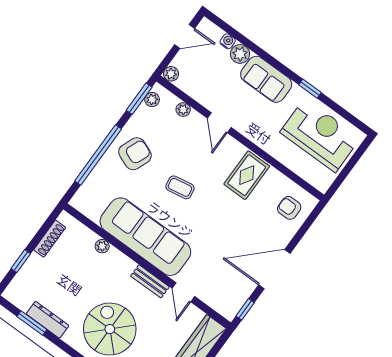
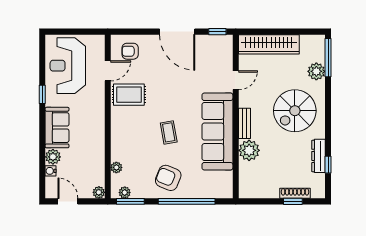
door: (219, 123) -> (108, 71), moved
armchair: (289, 208) -> (130, 51), turned 90
shoe rack: (50, 239) -> (295, 193), moved
plant: (102, 246) -> (249, 150), width x1.88, depth x1.88
bench: (150, 281) -> (245, 123), moved
window: (32, 323) -> (328, 165), width x0.67

